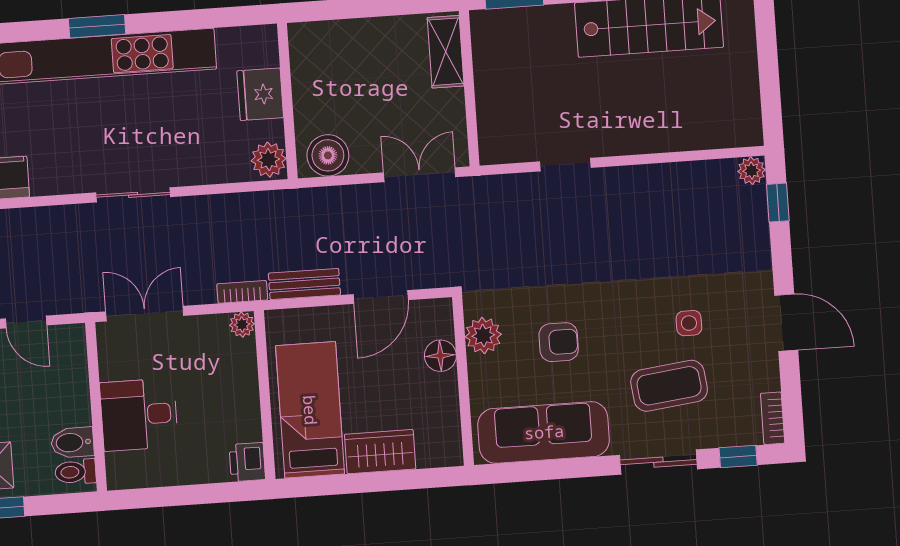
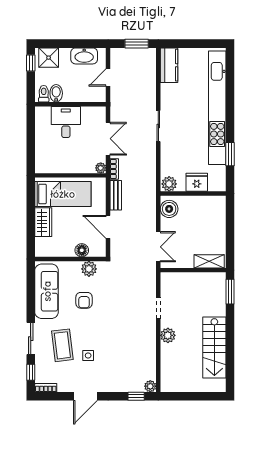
window: (97, 26) -> (230, 154), moved
plant: (628, 137) -> (168, 335), added
double door: (145, 314) -> (108, 139), moved
printer: (247, 462) -> (43, 166), removed

